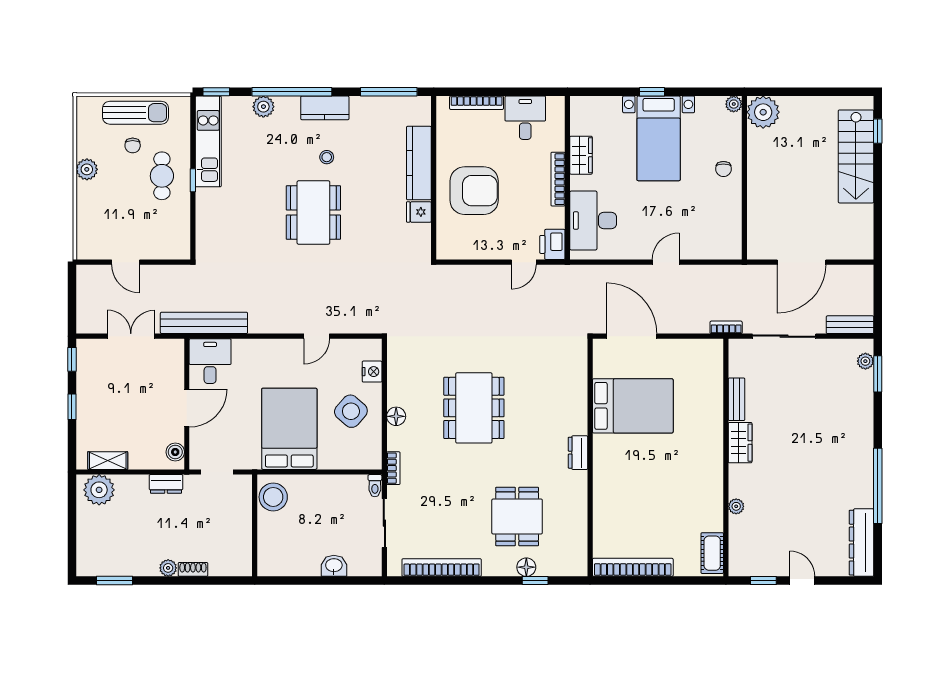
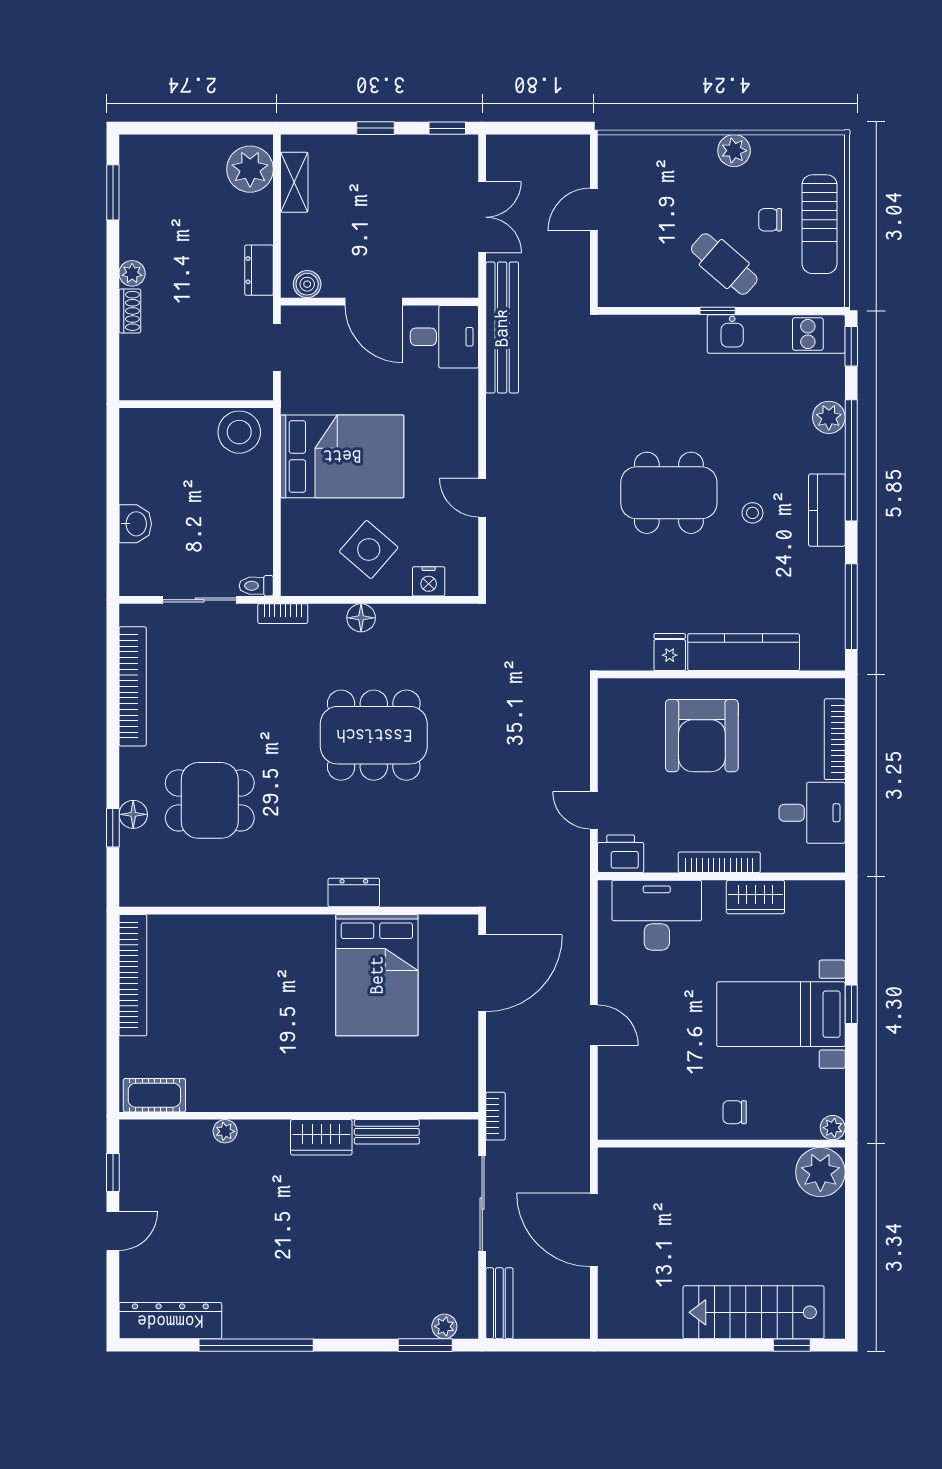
cafe table: (162, 176) -> (724, 264), turned 41
dresser: (578, 453) -> (354, 892), moved

